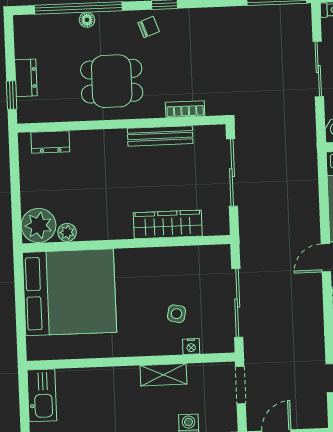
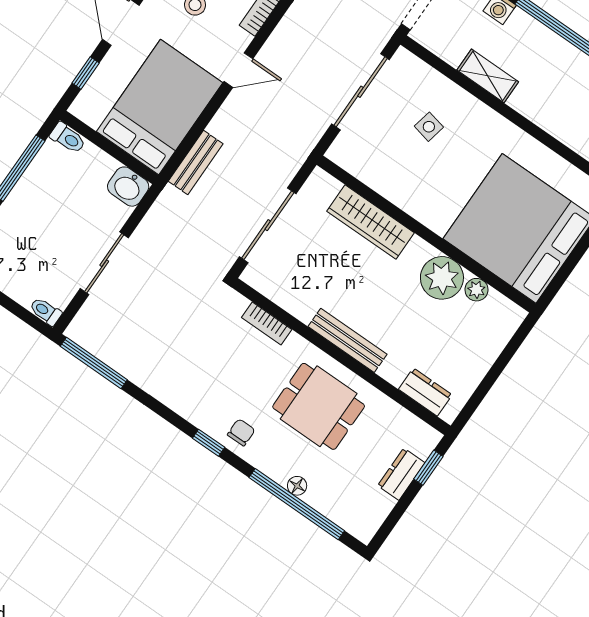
chair: (149, 27) -> (241, 432), turned 110
bench: (160, 136) -> (347, 340), moved
bench: (309, 178) -> (196, 163), added
plant: (39, 225) -> (442, 278), moved
nightstand: (191, 346) -> (439, 83), removed

